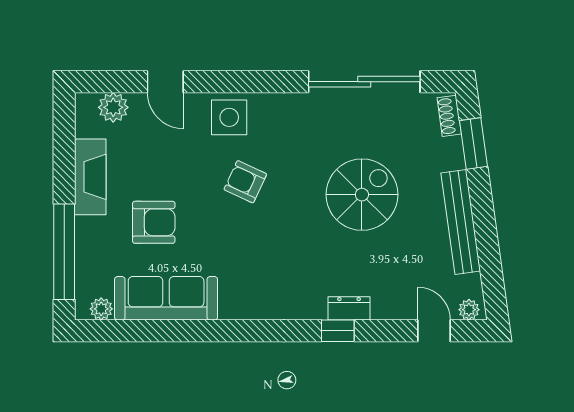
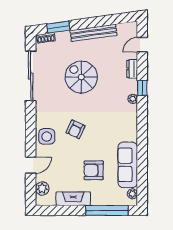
armchair: (154, 222) -> (94, 170), turned -90
dresser: (349, 308) -> (132, 69), moved
plant: (469, 310) -> (133, 99), moved

